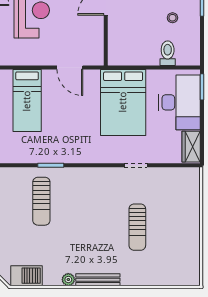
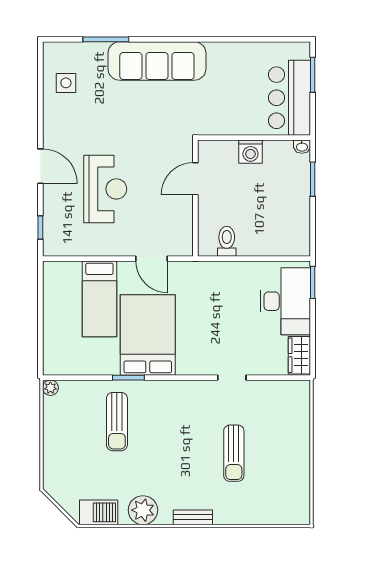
stool: (172, 18) -> (277, 198), removed
toilet: (168, 53) -> (227, 241), moved
bed: (123, 102) -> (148, 335), moved, turned 180
plant: (68, 280) -> (143, 510), width x1.87, depth x1.87
bench: (98, 280) -> (193, 517), width x0.73

